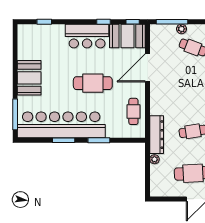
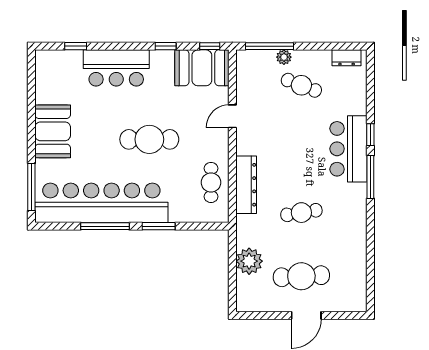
bar counter: (87, 36) -> (116, 68), moved
door: (148, 68) -> (232, 116), width x0.53
dresser: (157, 135) -> (246, 185), moved
window: (64, 140) -> (105, 226), width x1.44
plant: (154, 159) -> (249, 261), width x1.88, depth x1.88

